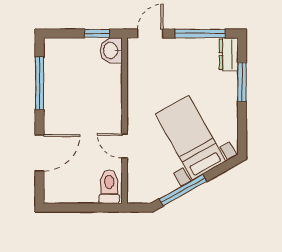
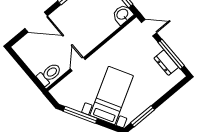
dresser: (229, 54) -> (166, 63), moved, turned -90
window: (242, 82) -> (143, 116), moved

